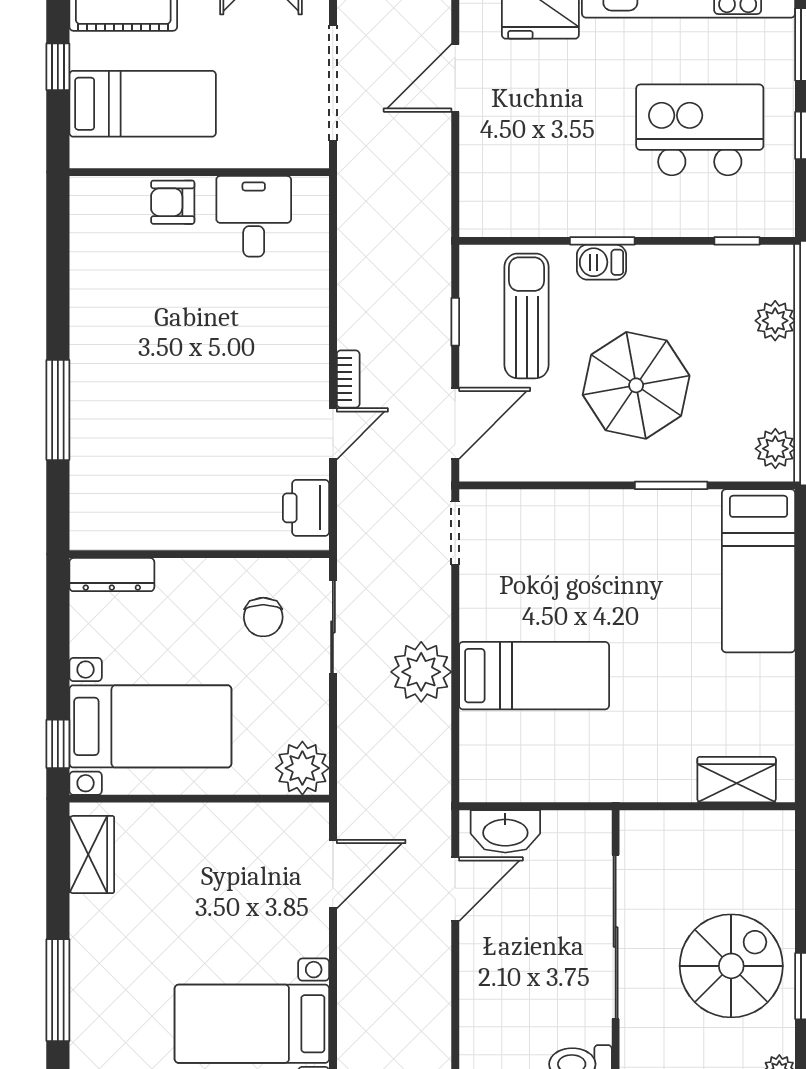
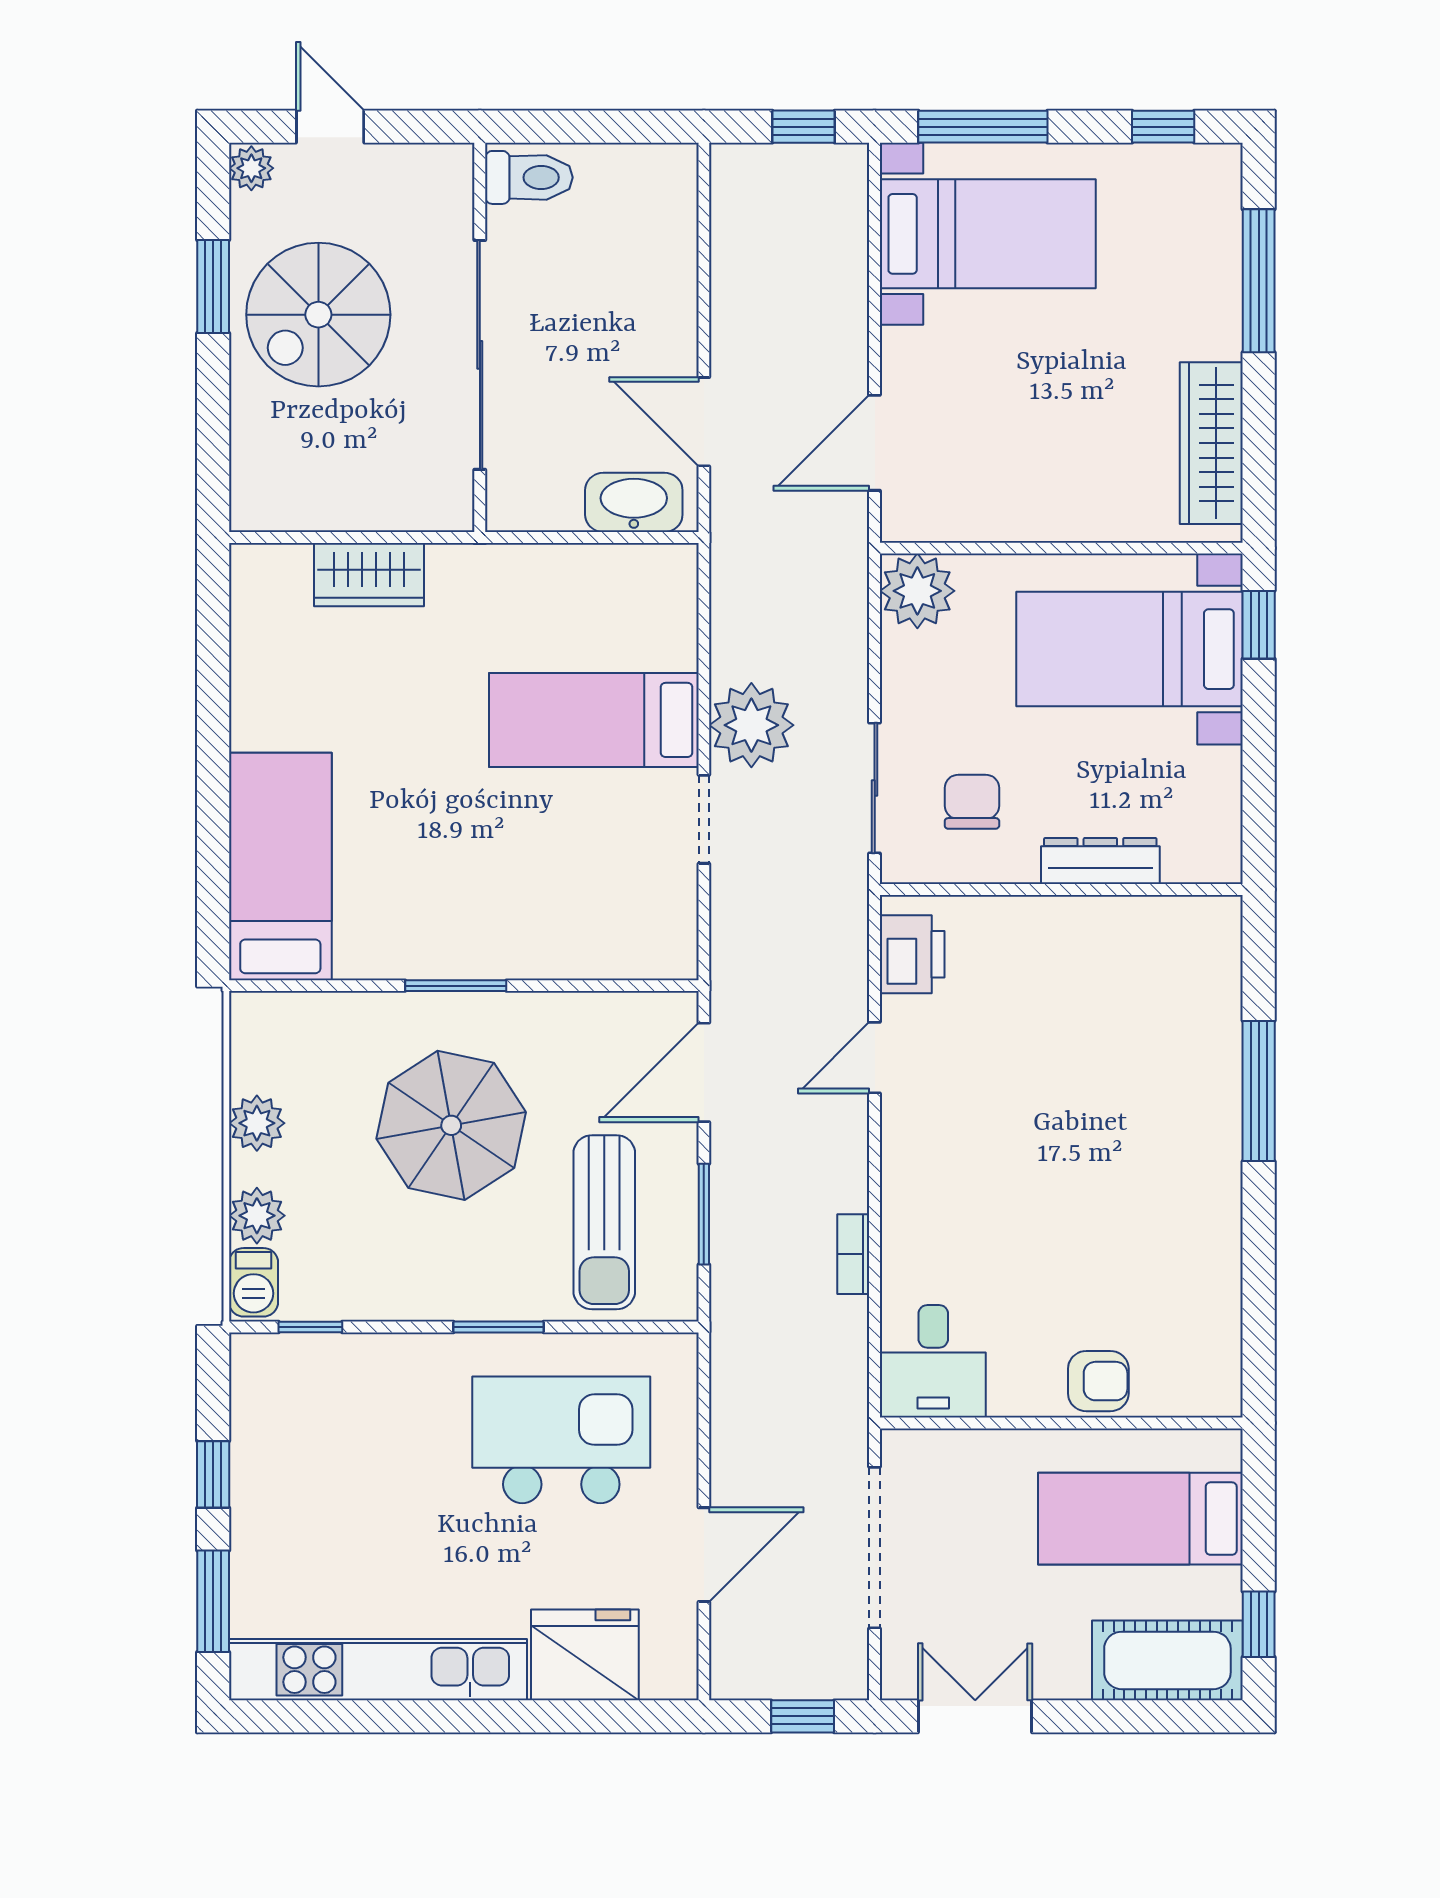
window: (58, 67) -> (1259, 1624), moved
kitchen island: (700, 130) -> (561, 1440), moved, turned 180
desk: (254, 216) -> (933, 1361), moved
barbecue: (601, 262) -> (253, 1282), moved, turned 90
window: (455, 322) -> (704, 1214), width x1.50
bookcase: (348, 379) -> (853, 1254), moved
plant: (775, 449) -> (257, 1123), moved
window: (671, 485) -> (456, 986), moved
doorway: (455, 533) -> (704, 819), moved
dresser: (112, 575) -> (1100, 861), moved
wardrobe: (737, 780) -> (369, 575), moved
wardrobe: (92, 855) -> (1211, 443), width x1.50
door: (455, 889) -> (704, 422), hinge flipped

